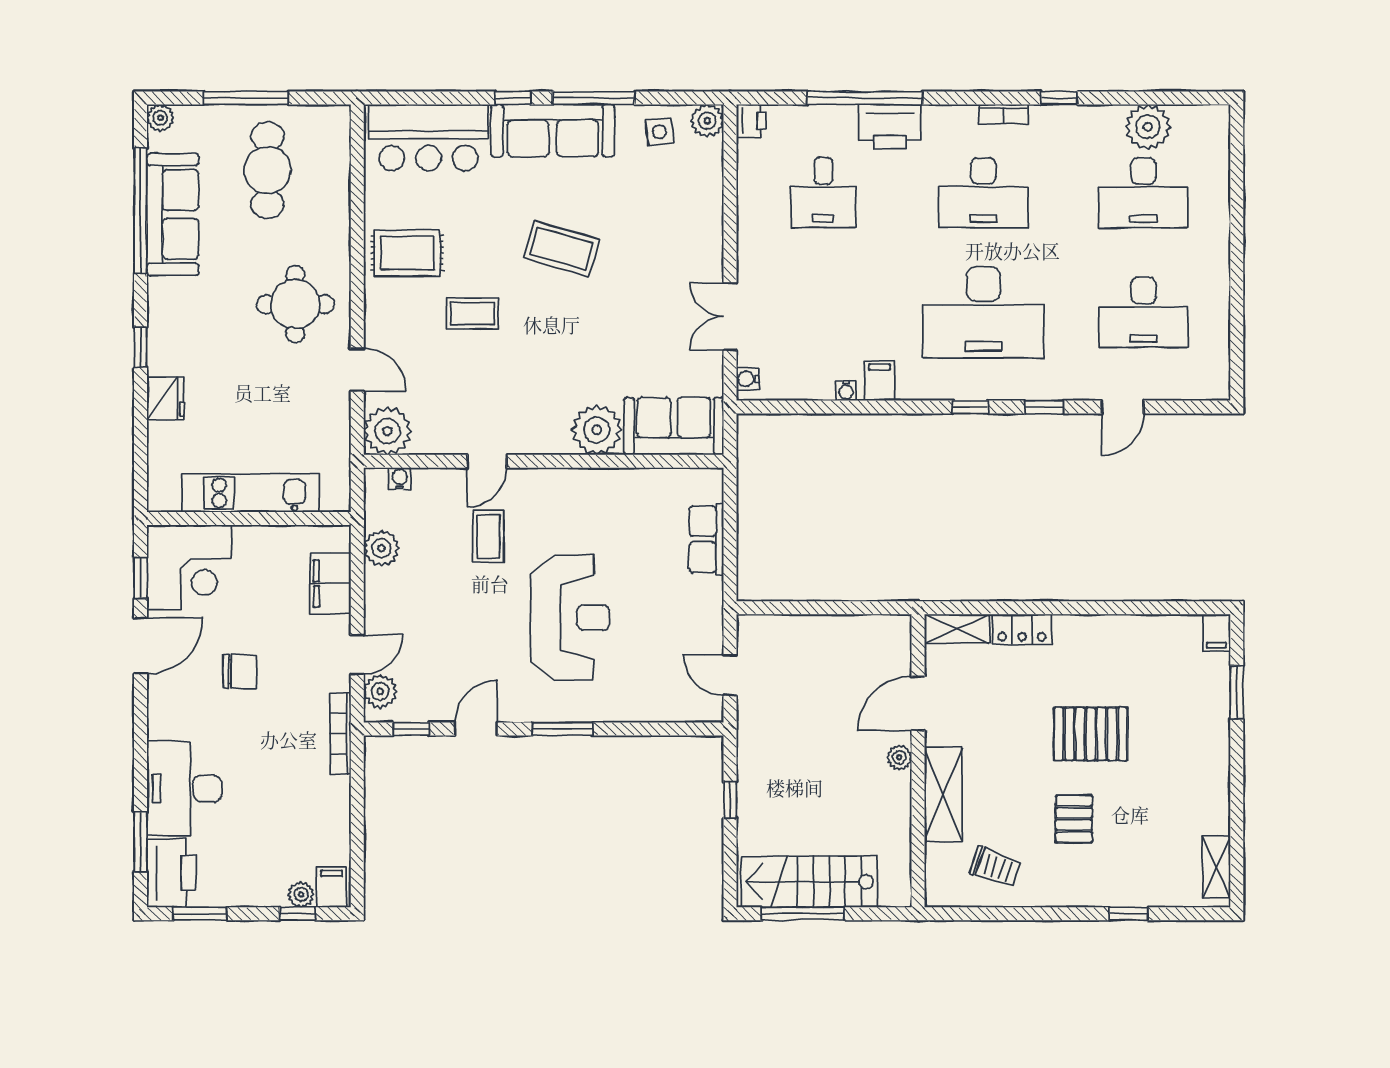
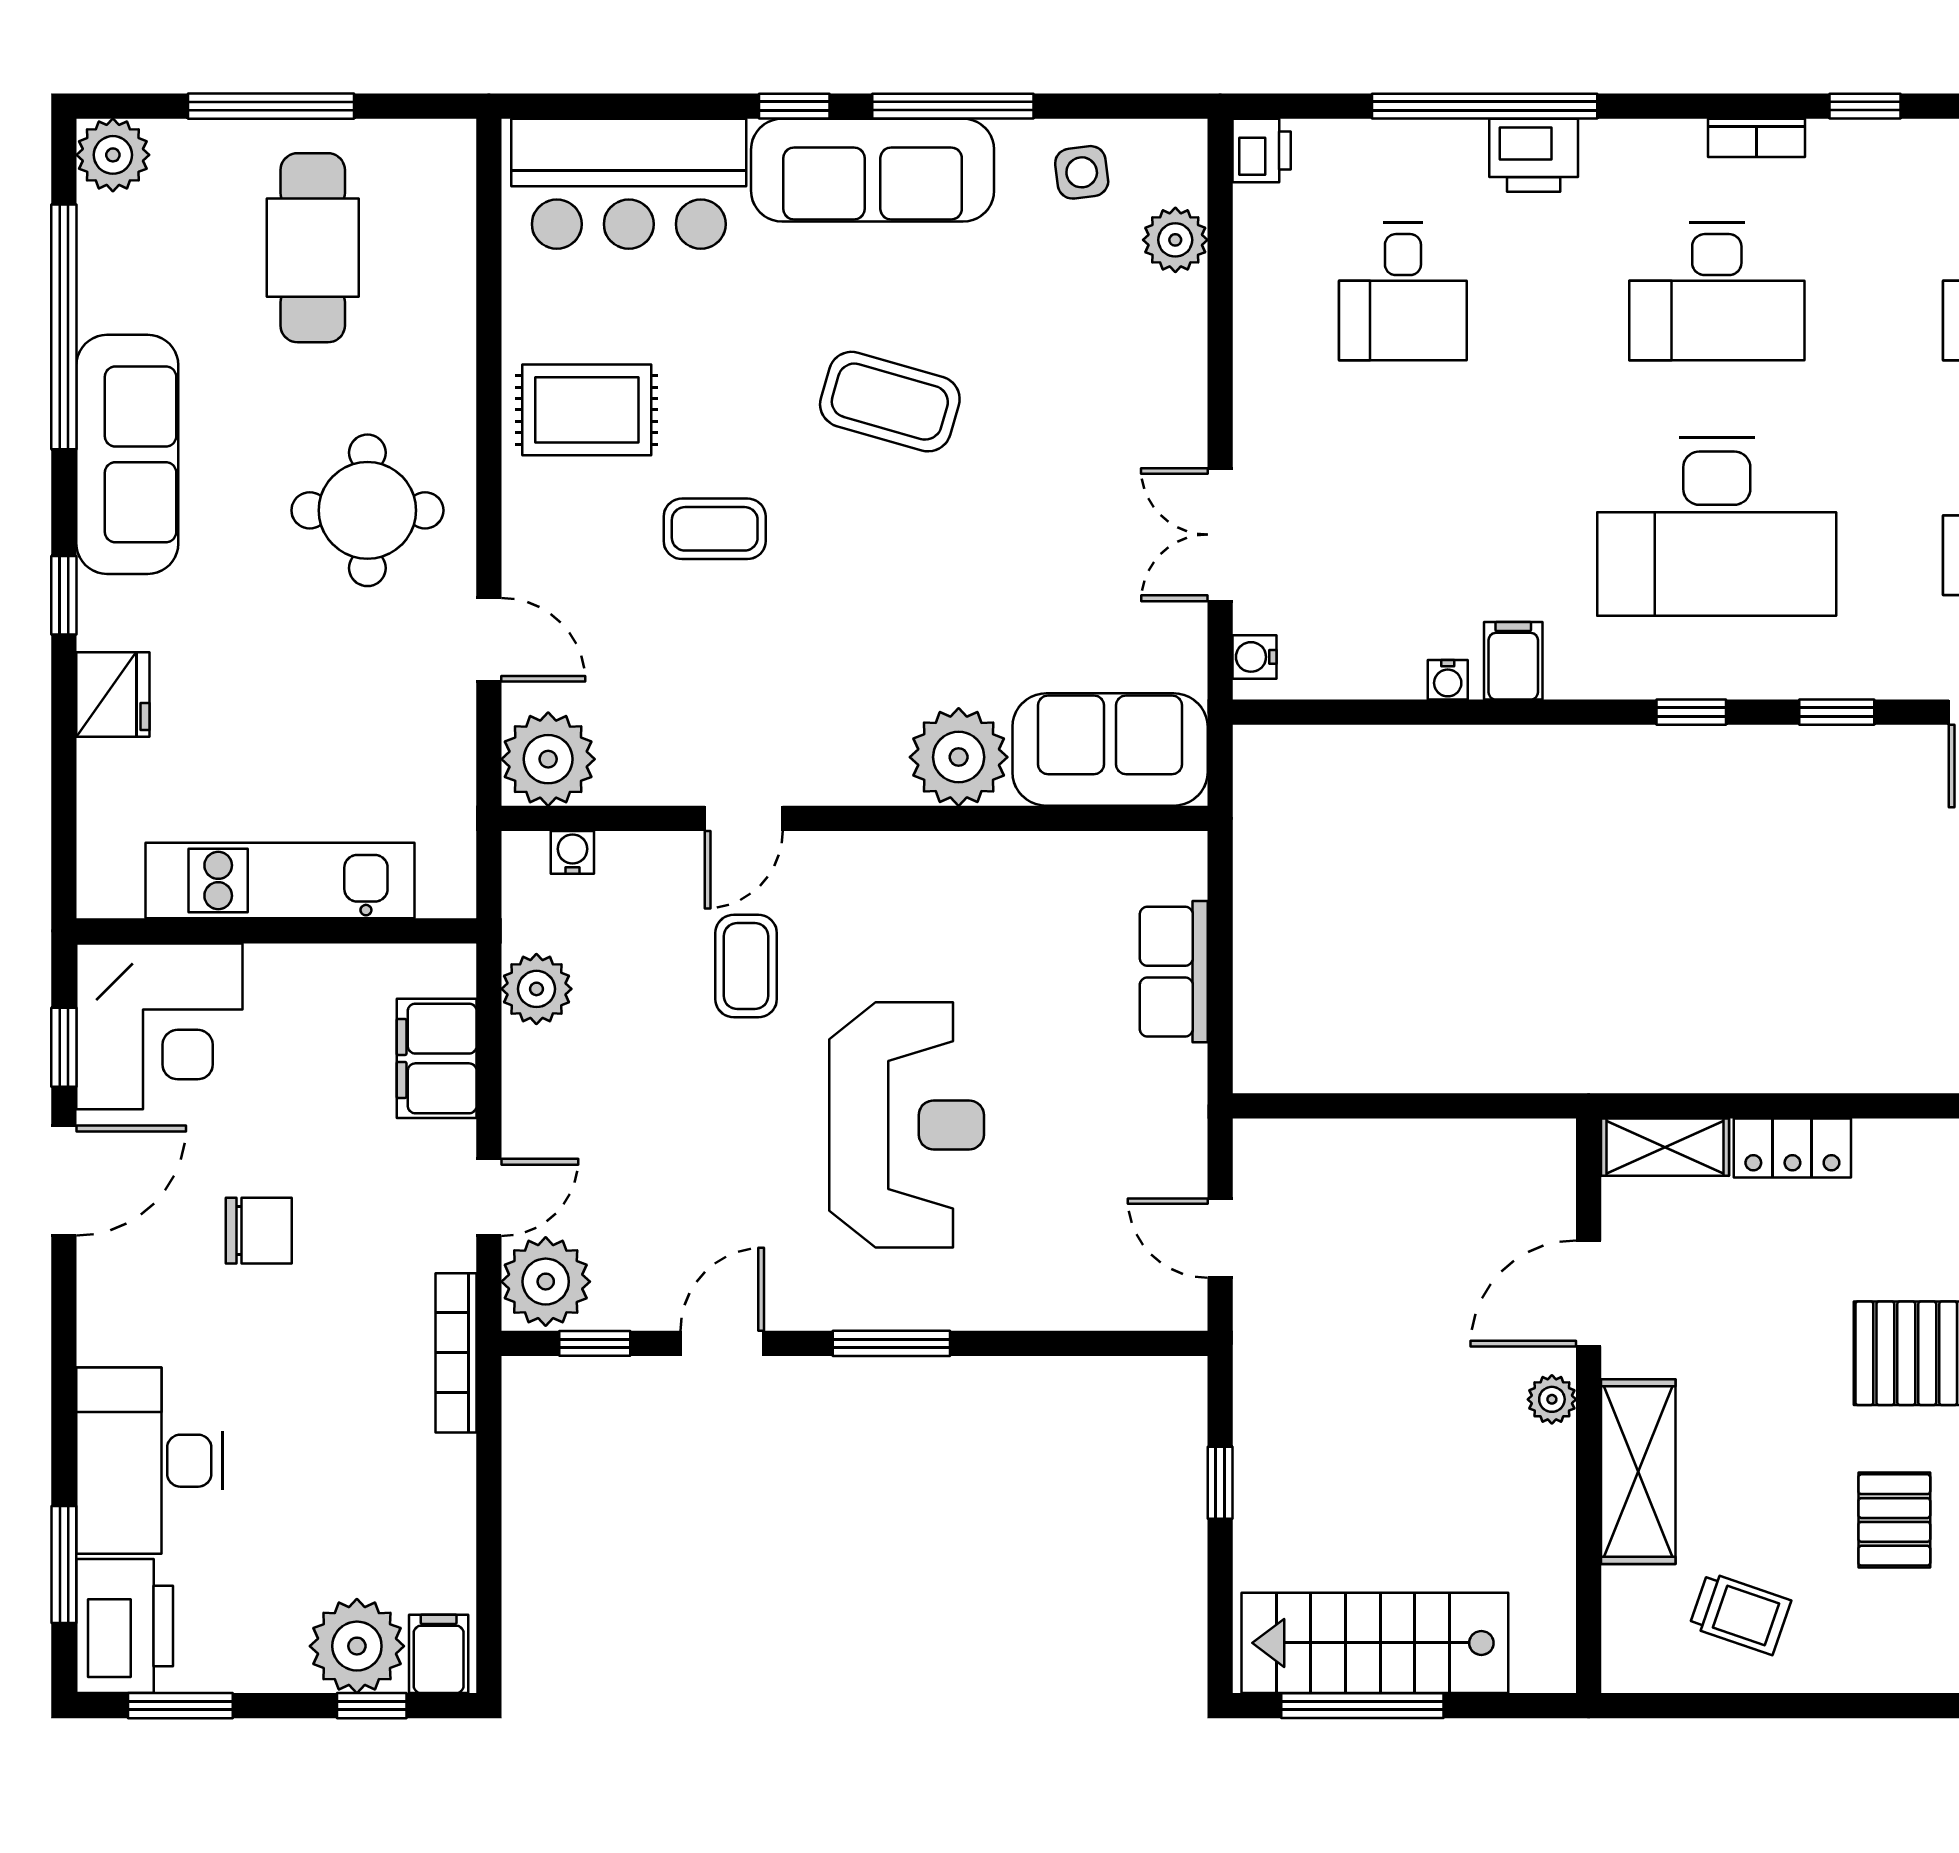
plant: (160, 118) -> (113, 155), width x1.38, depth x1.38
plant: (707, 121) -> (1175, 240), moved
printer: (890, 127) -> (1534, 155), width x0.73, depth x0.84
sofa: (173, 214) -> (127, 454), moved
plant: (380, 691) -> (546, 1282), width x1.36, depth x1.36
plant: (301, 895) -> (357, 1646), width x1.88, depth x1.88

